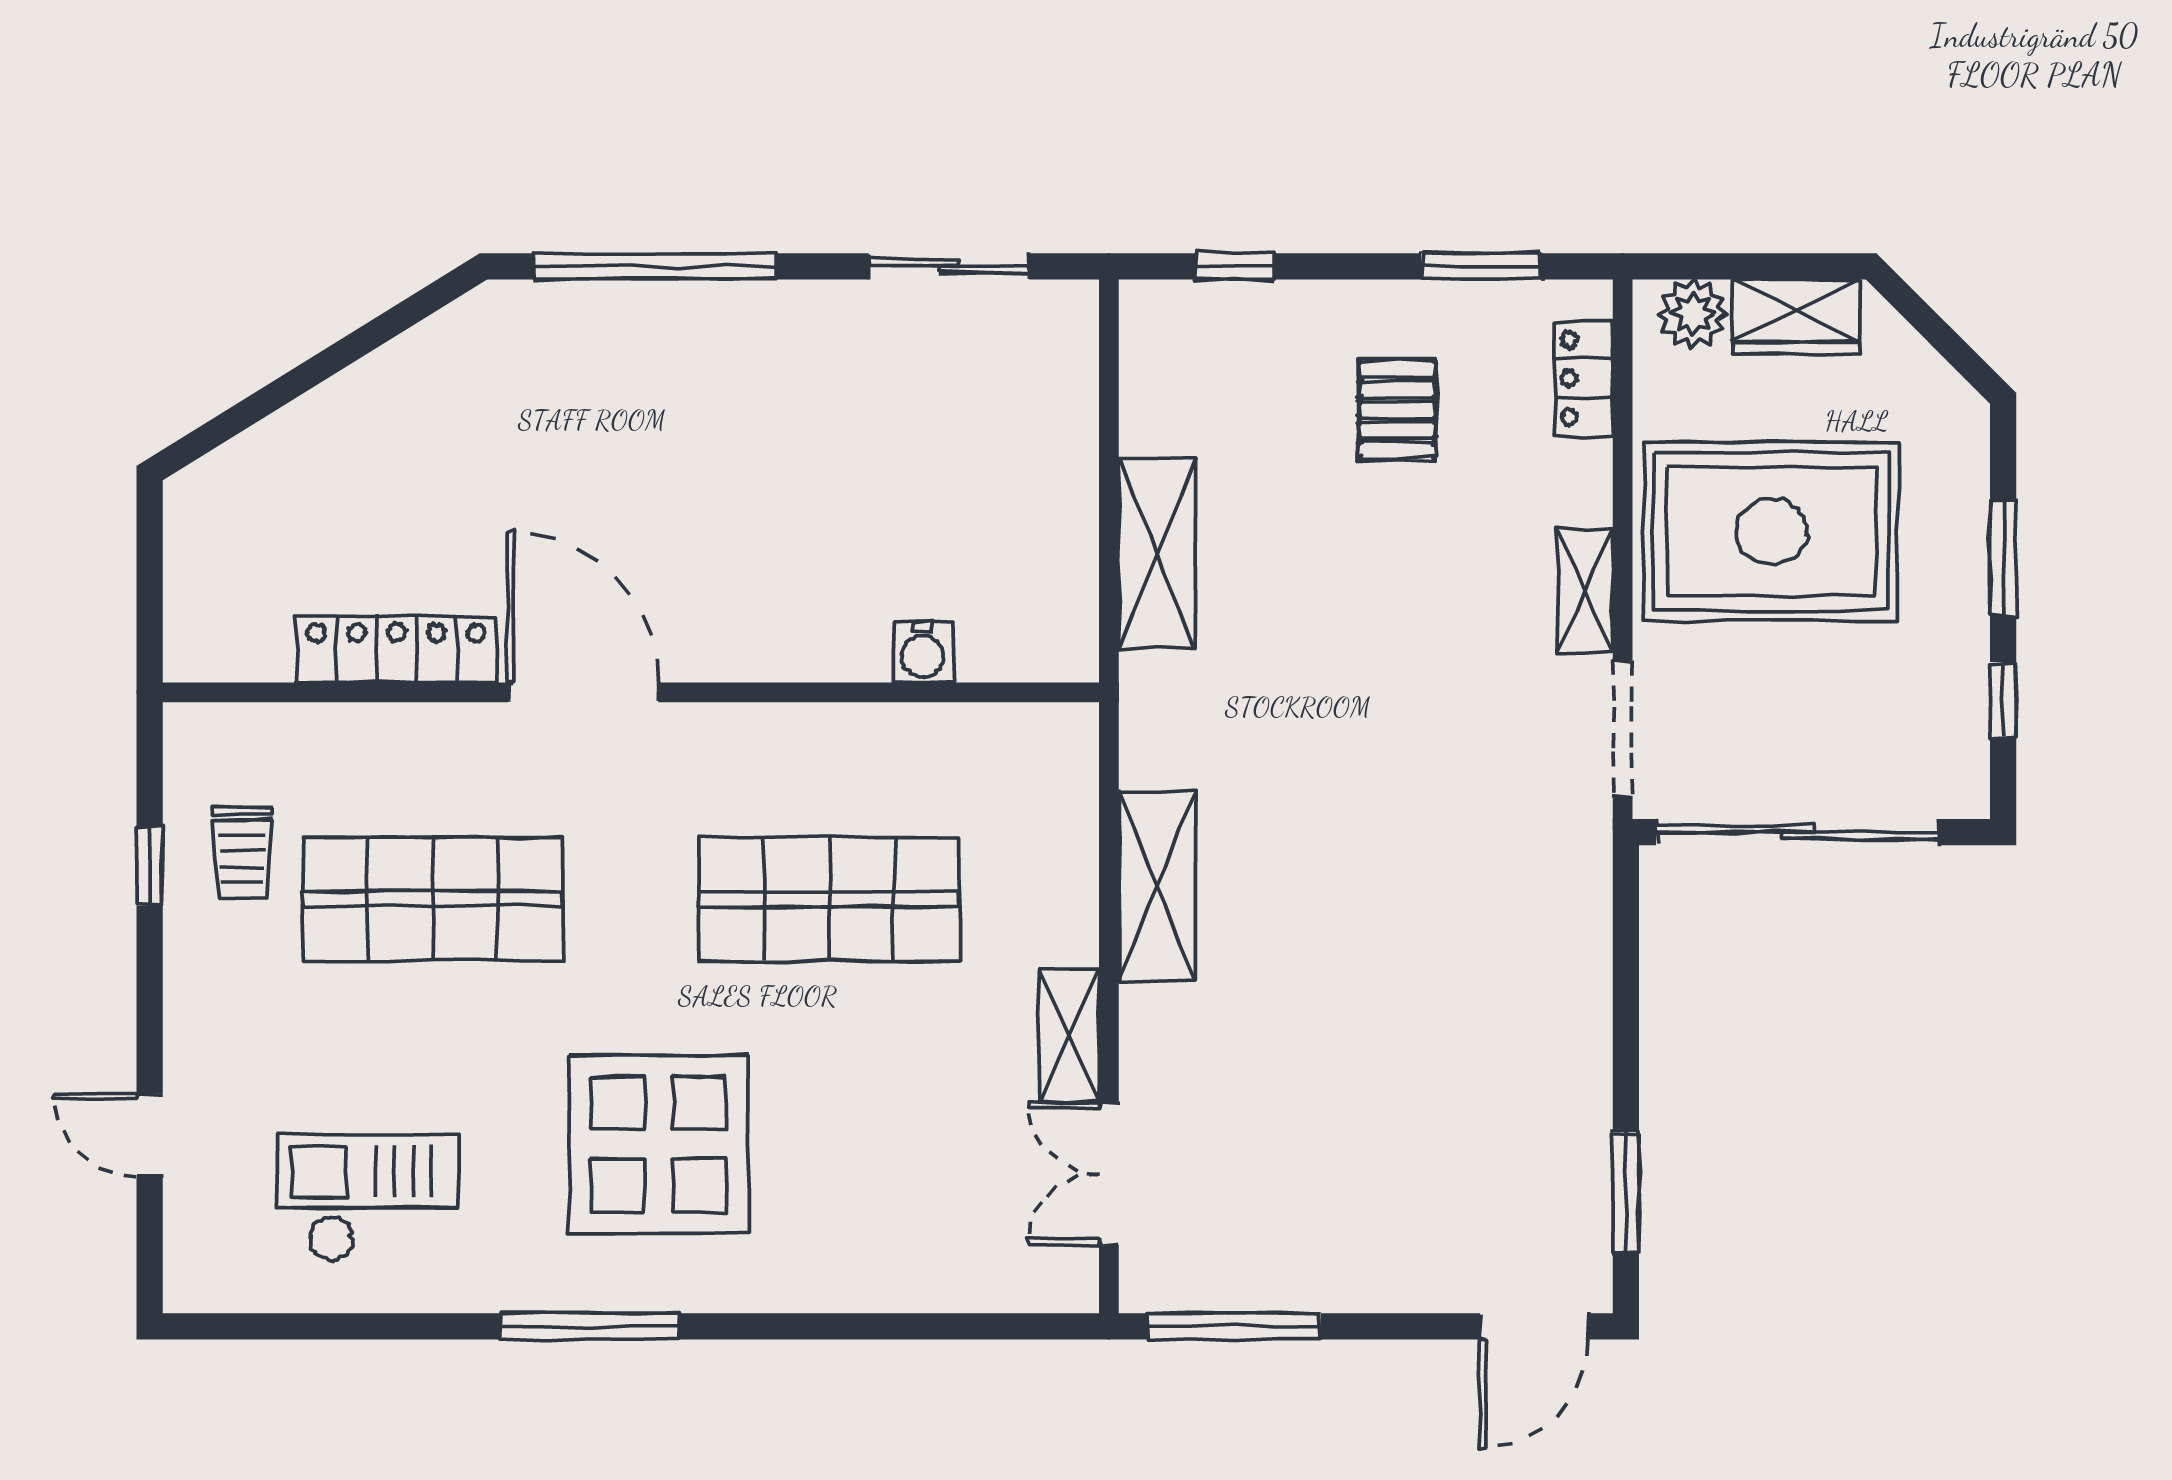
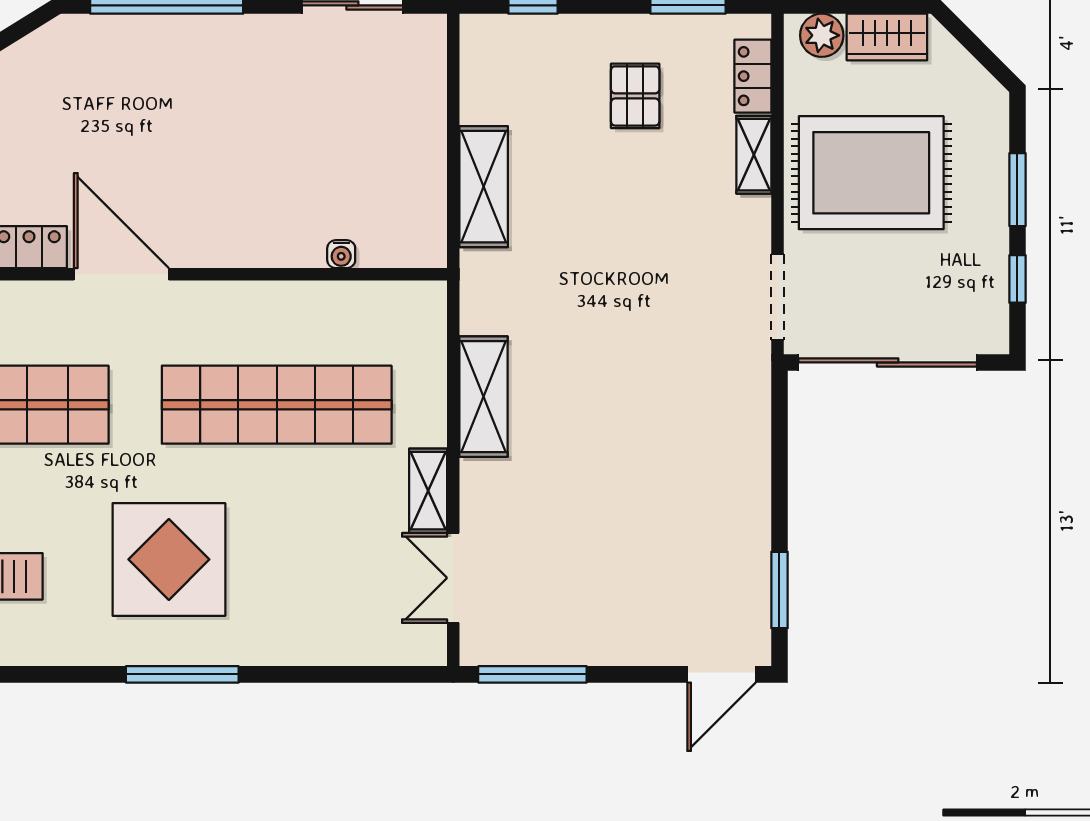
shelving: (1585, 591) -> (754, 155), moved
water cooler: (923, 652) -> (341, 254), width x0.72, depth x0.72
shop shelf: (829, 899) -> (277, 405), width x1.40
window: (590, 1326) -> (182, 674), moved

